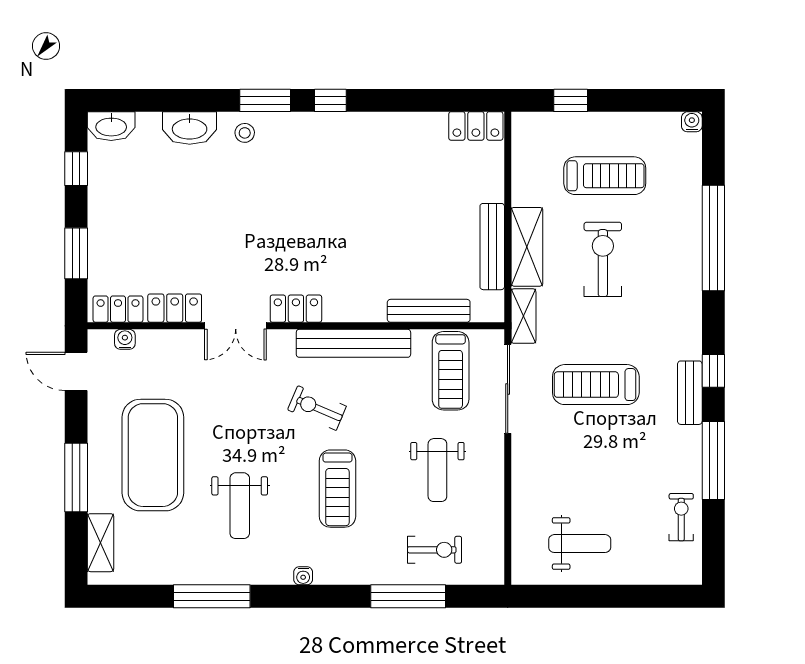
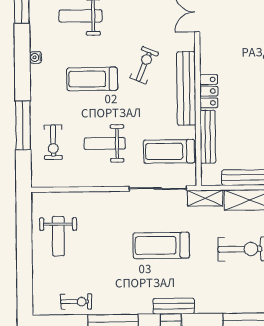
locker: (296, 309) -> (209, 91), moved
treadmill: (596, 385) -> (161, 245), turned -90
bench: (690, 393) -> (174, 306), moved

